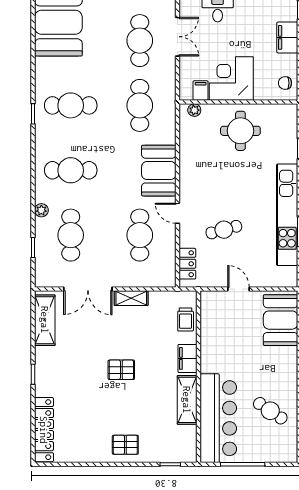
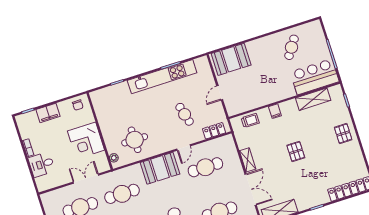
double door: (178, 37) -> (86, 179), moved
filing cabinet: (201, 91) -> (100, 158), removed
round table: (240, 131) -> (135, 140), moved
filing cabinet: (188, 358) -> (275, 111), width x0.50
shelving: (187, 400) -> (313, 99), moved
bar counter: (218, 418) -> (315, 77), width x0.73

